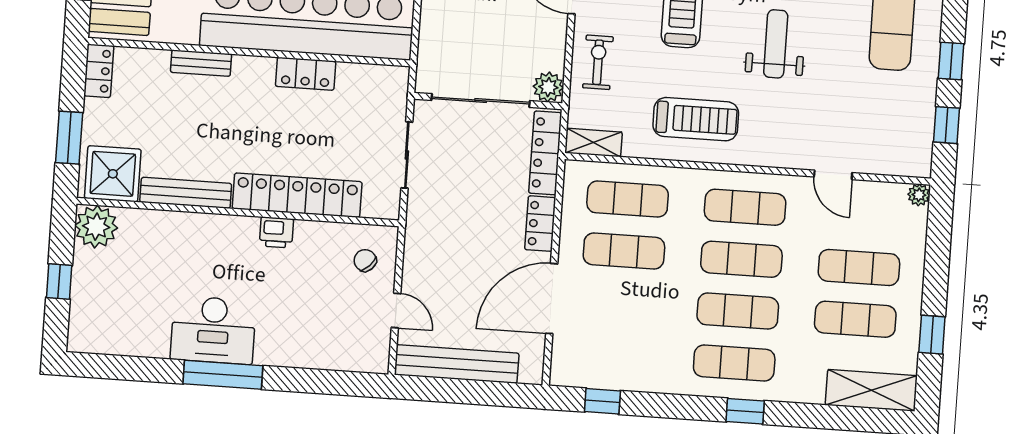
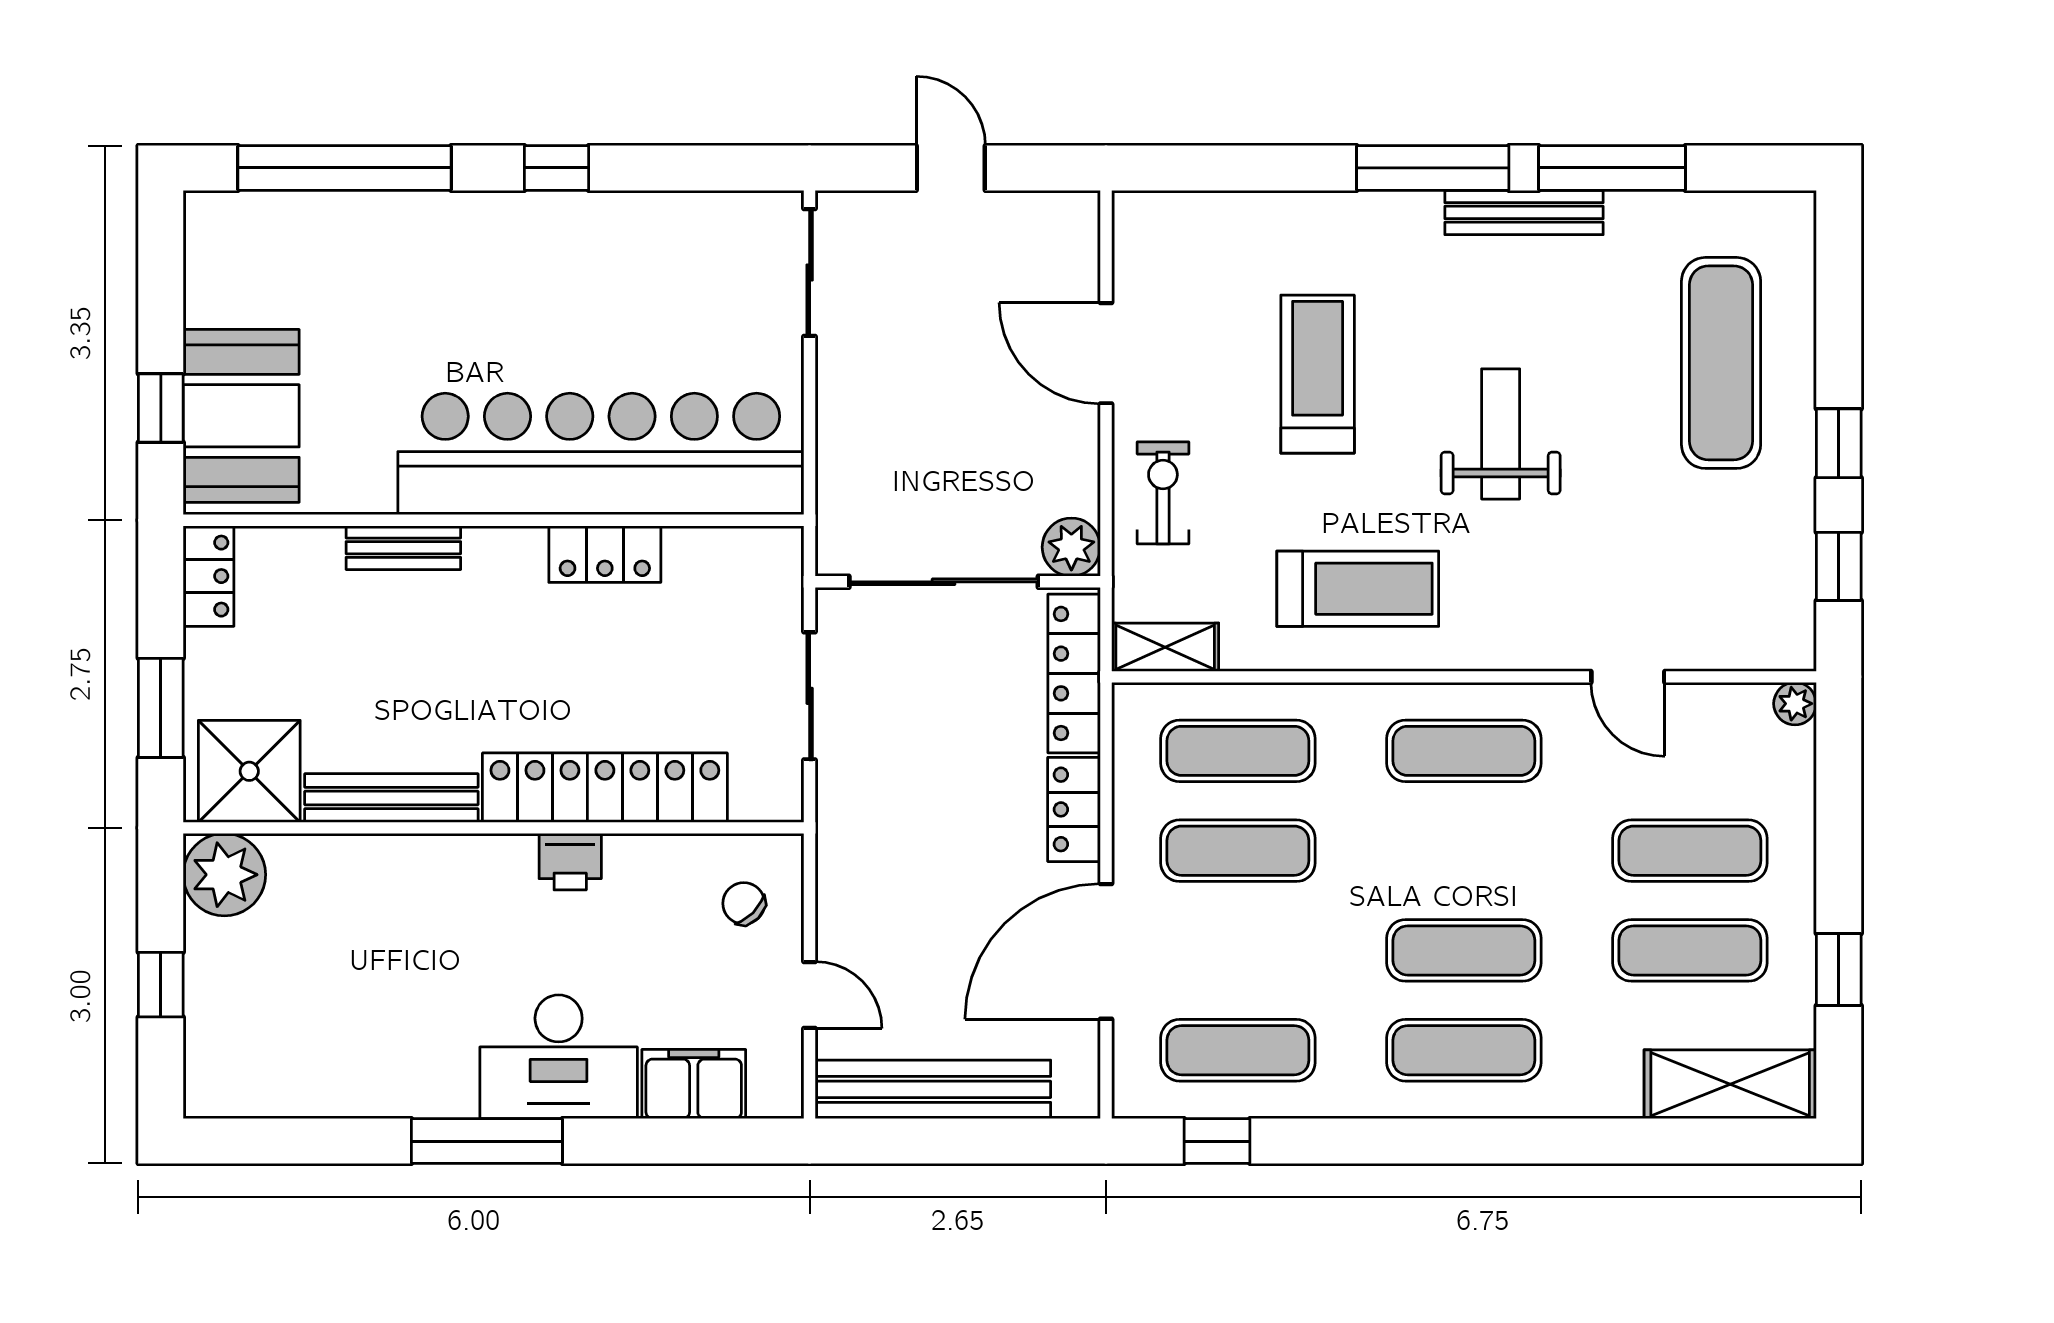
exercise mat: (741, 259) -> (1238, 1050), moved
desk: (213, 330) -> (559, 1057), moved
filing cabinet: (333, 353) -> (694, 1084), added
window: (745, 411) -> (1491, 1141), removed

